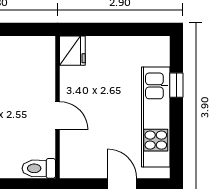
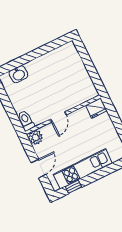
window: (176, 85) -> (73, 187), moved
plant: (72, 166) -> (35, 137), added

